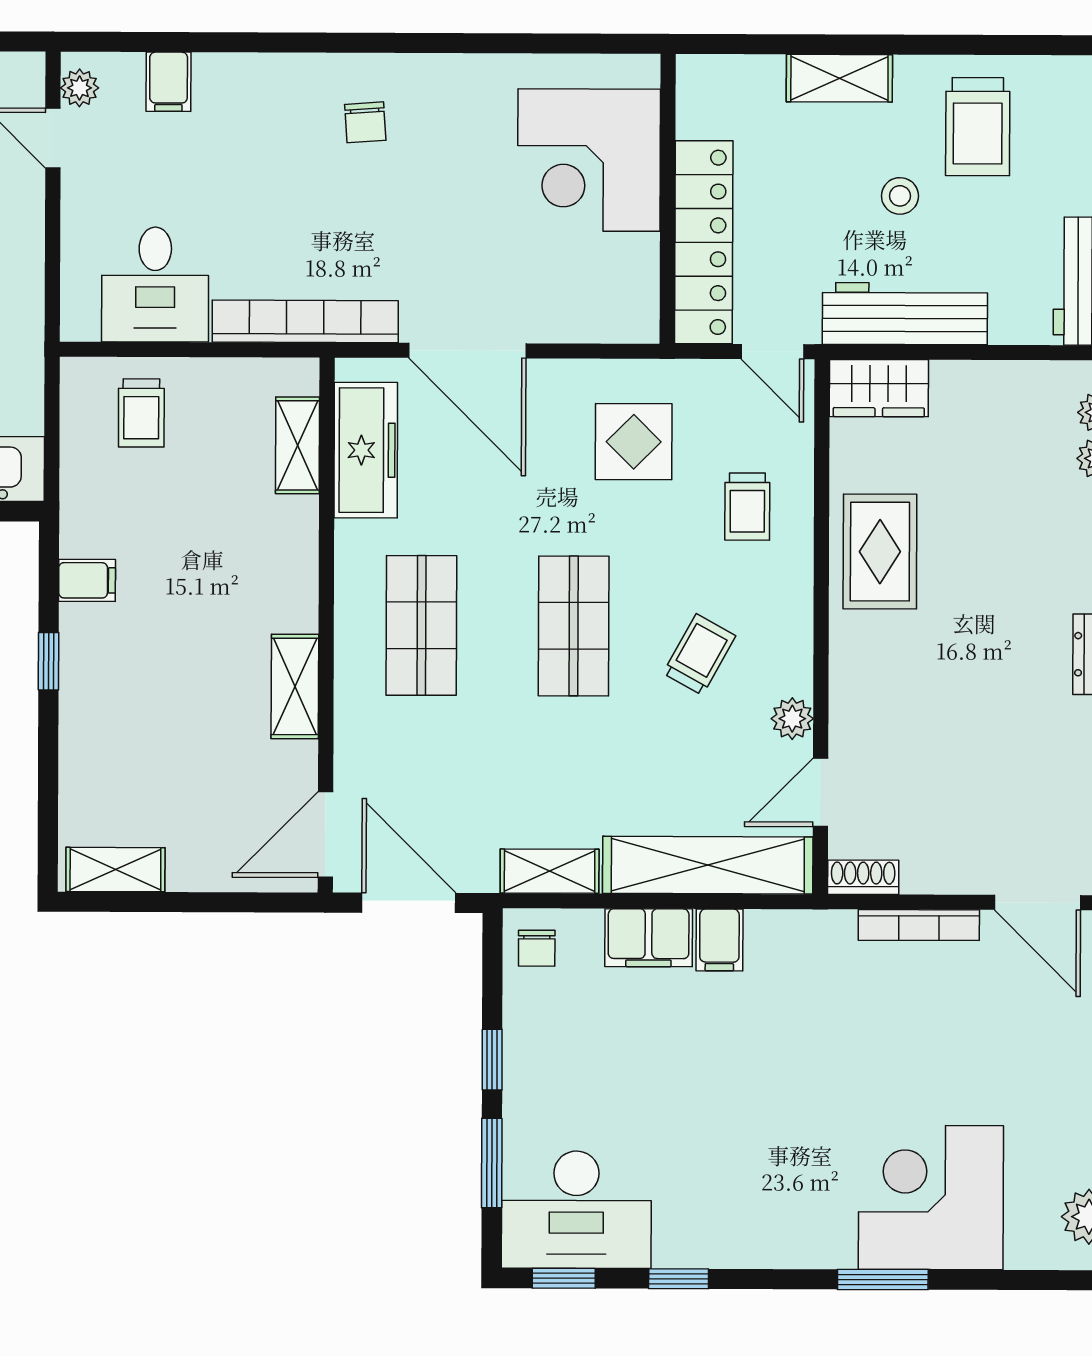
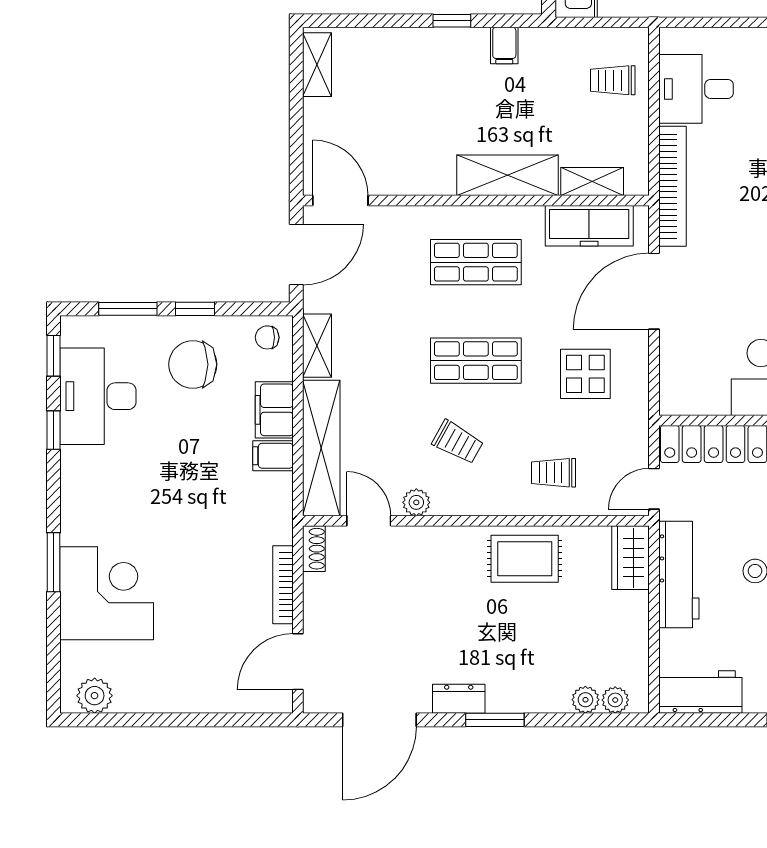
display table: (634, 442) -> (585, 374), moved
shelving: (295, 686) -> (507, 175), moved, width x1.50, depth x1.33
chair: (578, 1063) -> (193, 364), added
desk: (576, 1210) -> (98, 396), moved

